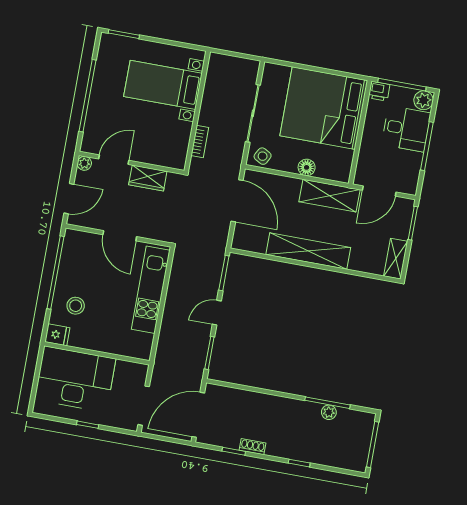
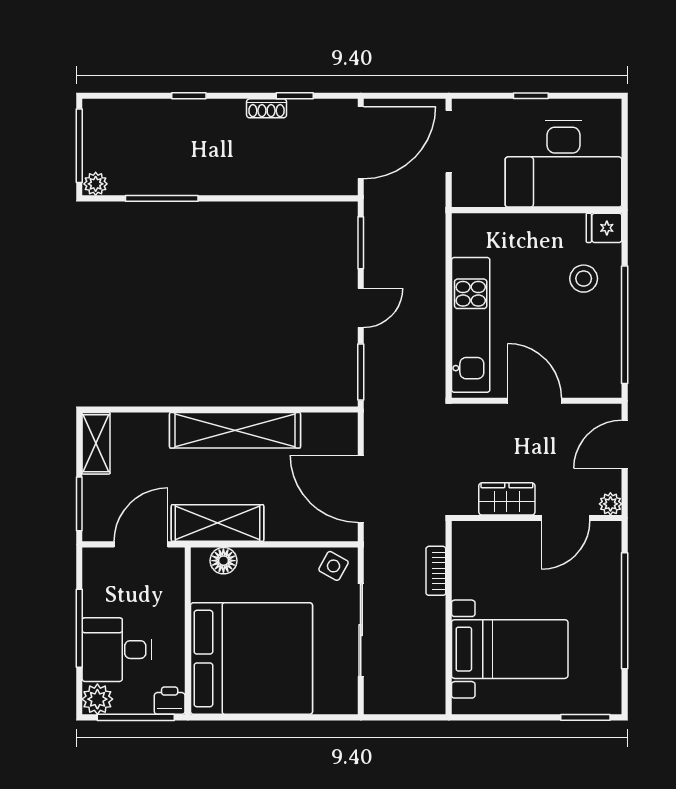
floor lamp: (307, 167) -> (223, 561), moved
plant: (329, 412) -> (96, 184), moved

